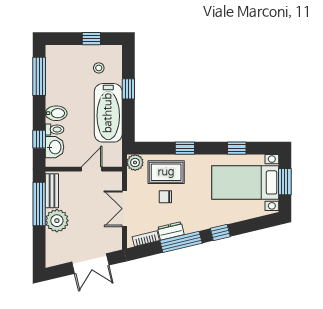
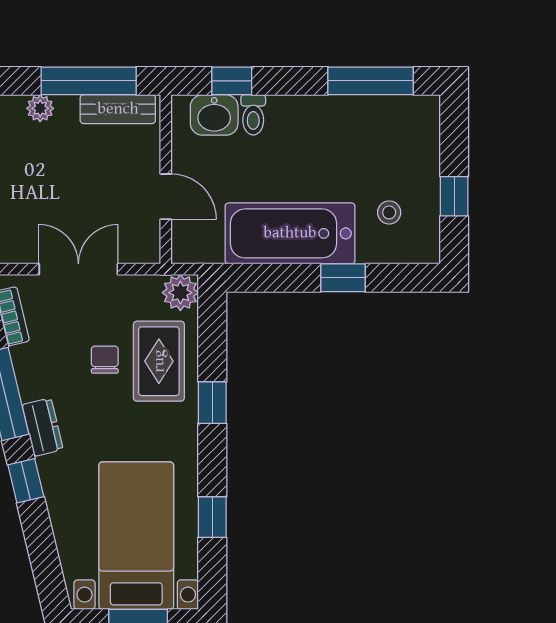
bidet: (56, 113) -> (289, 118), removed
plant: (57, 221) -> (40, 108), width x0.53, depth x0.53
dresser: (171, 231) -> (43, 427), moved

